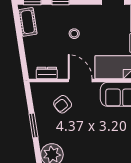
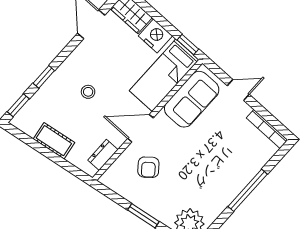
cot: (28, 22) -> (54, 141), moved

